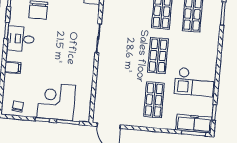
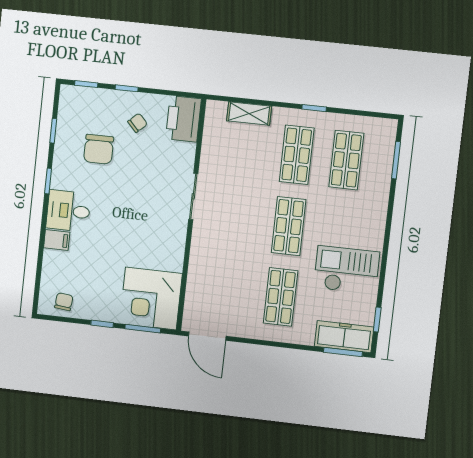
desk: (21, 39) -> (68, 211), moved
checkout: (194, 82) -> (347, 270), turned 180
corner desk: (56, 101) -> (151, 298), moved, turned -90

